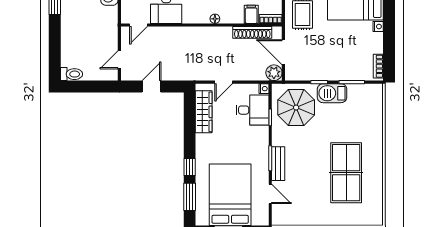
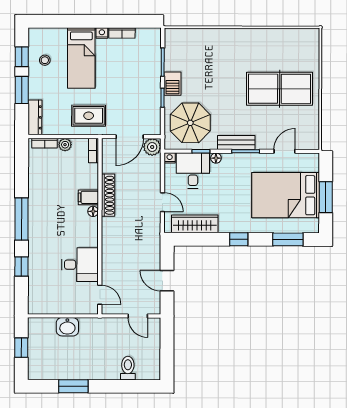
filing cabinet: (251, 14) -> (88, 197), moved
shoe rack: (252, 32) -> (108, 195), moved
bookcase: (378, 66) -> (122, 33), moved
toilet: (72, 74) -> (128, 368), moved
barbecue: (332, 93) -> (172, 84), width x0.73, depth x0.79
floor lamp: (264, 131) -> (216, 158), added
bench: (278, 164) -> (236, 143), moved
window: (190, 167) -> (239, 239), moved
table tennis table: (346, 173) -> (279, 89), moved

